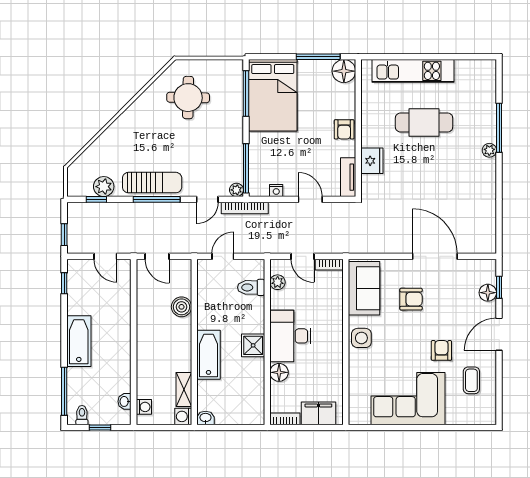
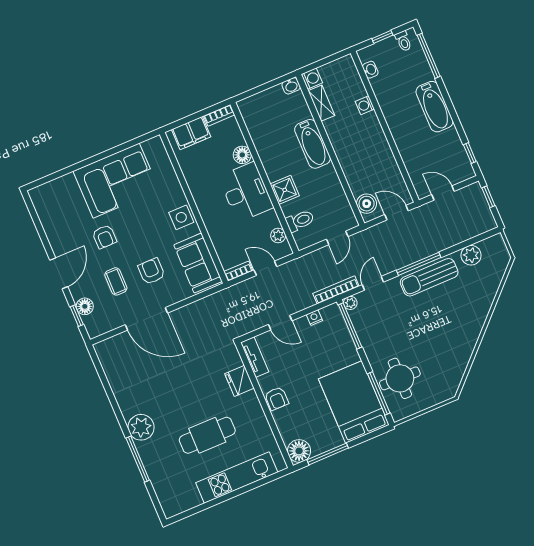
round table: (188, 98) -> (400, 378), moved
armchair: (344, 129) -> (277, 399), turned 180
plant: (489, 150) -> (141, 427), width x1.87, depth x1.87
window: (96, 199) -> (473, 241), removed
armchair: (411, 299) -> (151, 271), turned 90
boiler: (182, 307) -> (367, 204), moved
shower: (253, 345) -> (285, 190), moved
coffee table: (471, 380) -> (116, 281), moved
washing machine: (144, 407) -> (365, 105), moved

